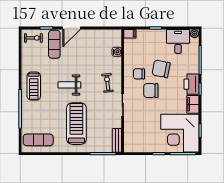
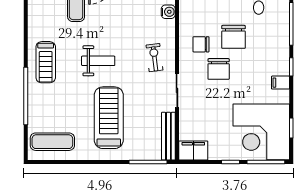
chair: (161, 69) -> (233, 37), turned -101
printer: (191, 84) -> (278, 60), removed
weight bench: (69, 85) -> (98, 61), turned 180
chair: (151, 91) -> (219, 69), turned -90
filing cabinet: (193, 104) -> (281, 83), width x0.50
bench: (117, 140) -> (168, 136), width x1.36
filing cabinet: (134, 146) -> (193, 150), added

